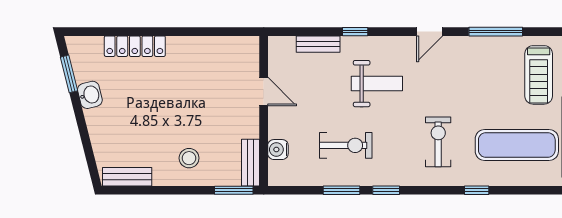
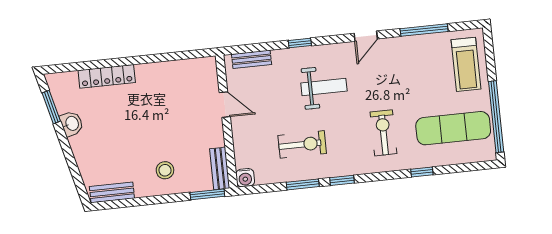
bench: (318, 44) -> (252, 59), moved
water cooler: (278, 150) -> (245, 178), moved, turned -90

